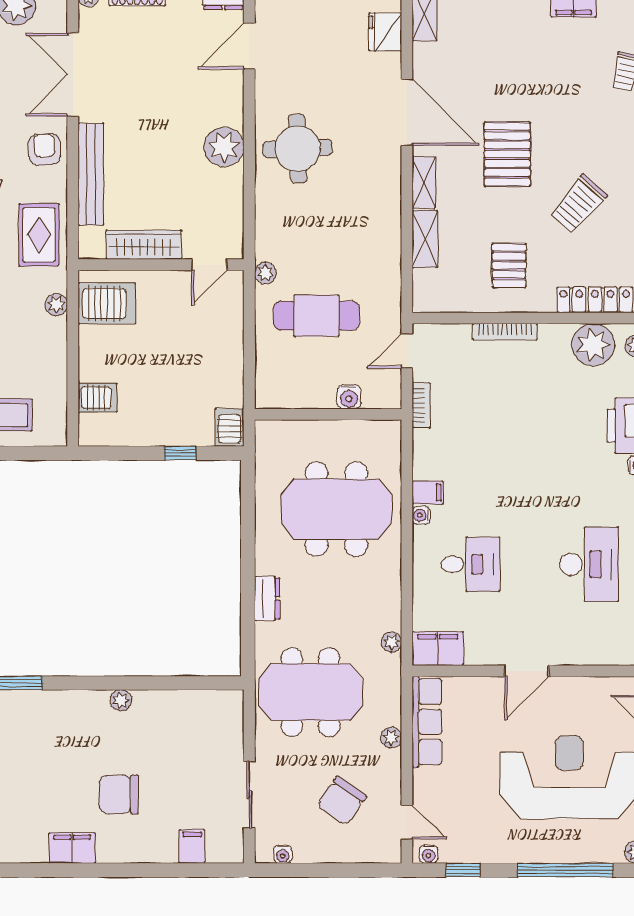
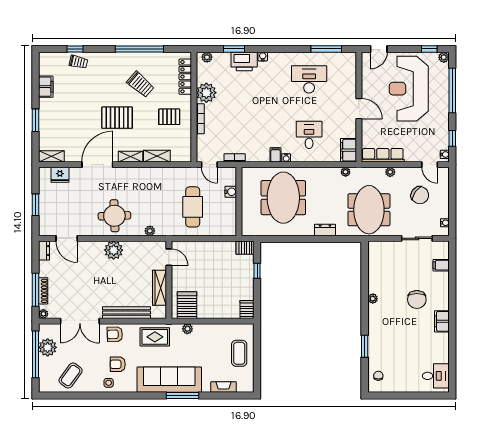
plant: (265, 273) -> (150, 231), moved
plant: (593, 345) -> (206, 93), moved
server rack: (98, 398) -> (247, 309), moved
door: (407, 822) -> (430, 165), swing flipped

